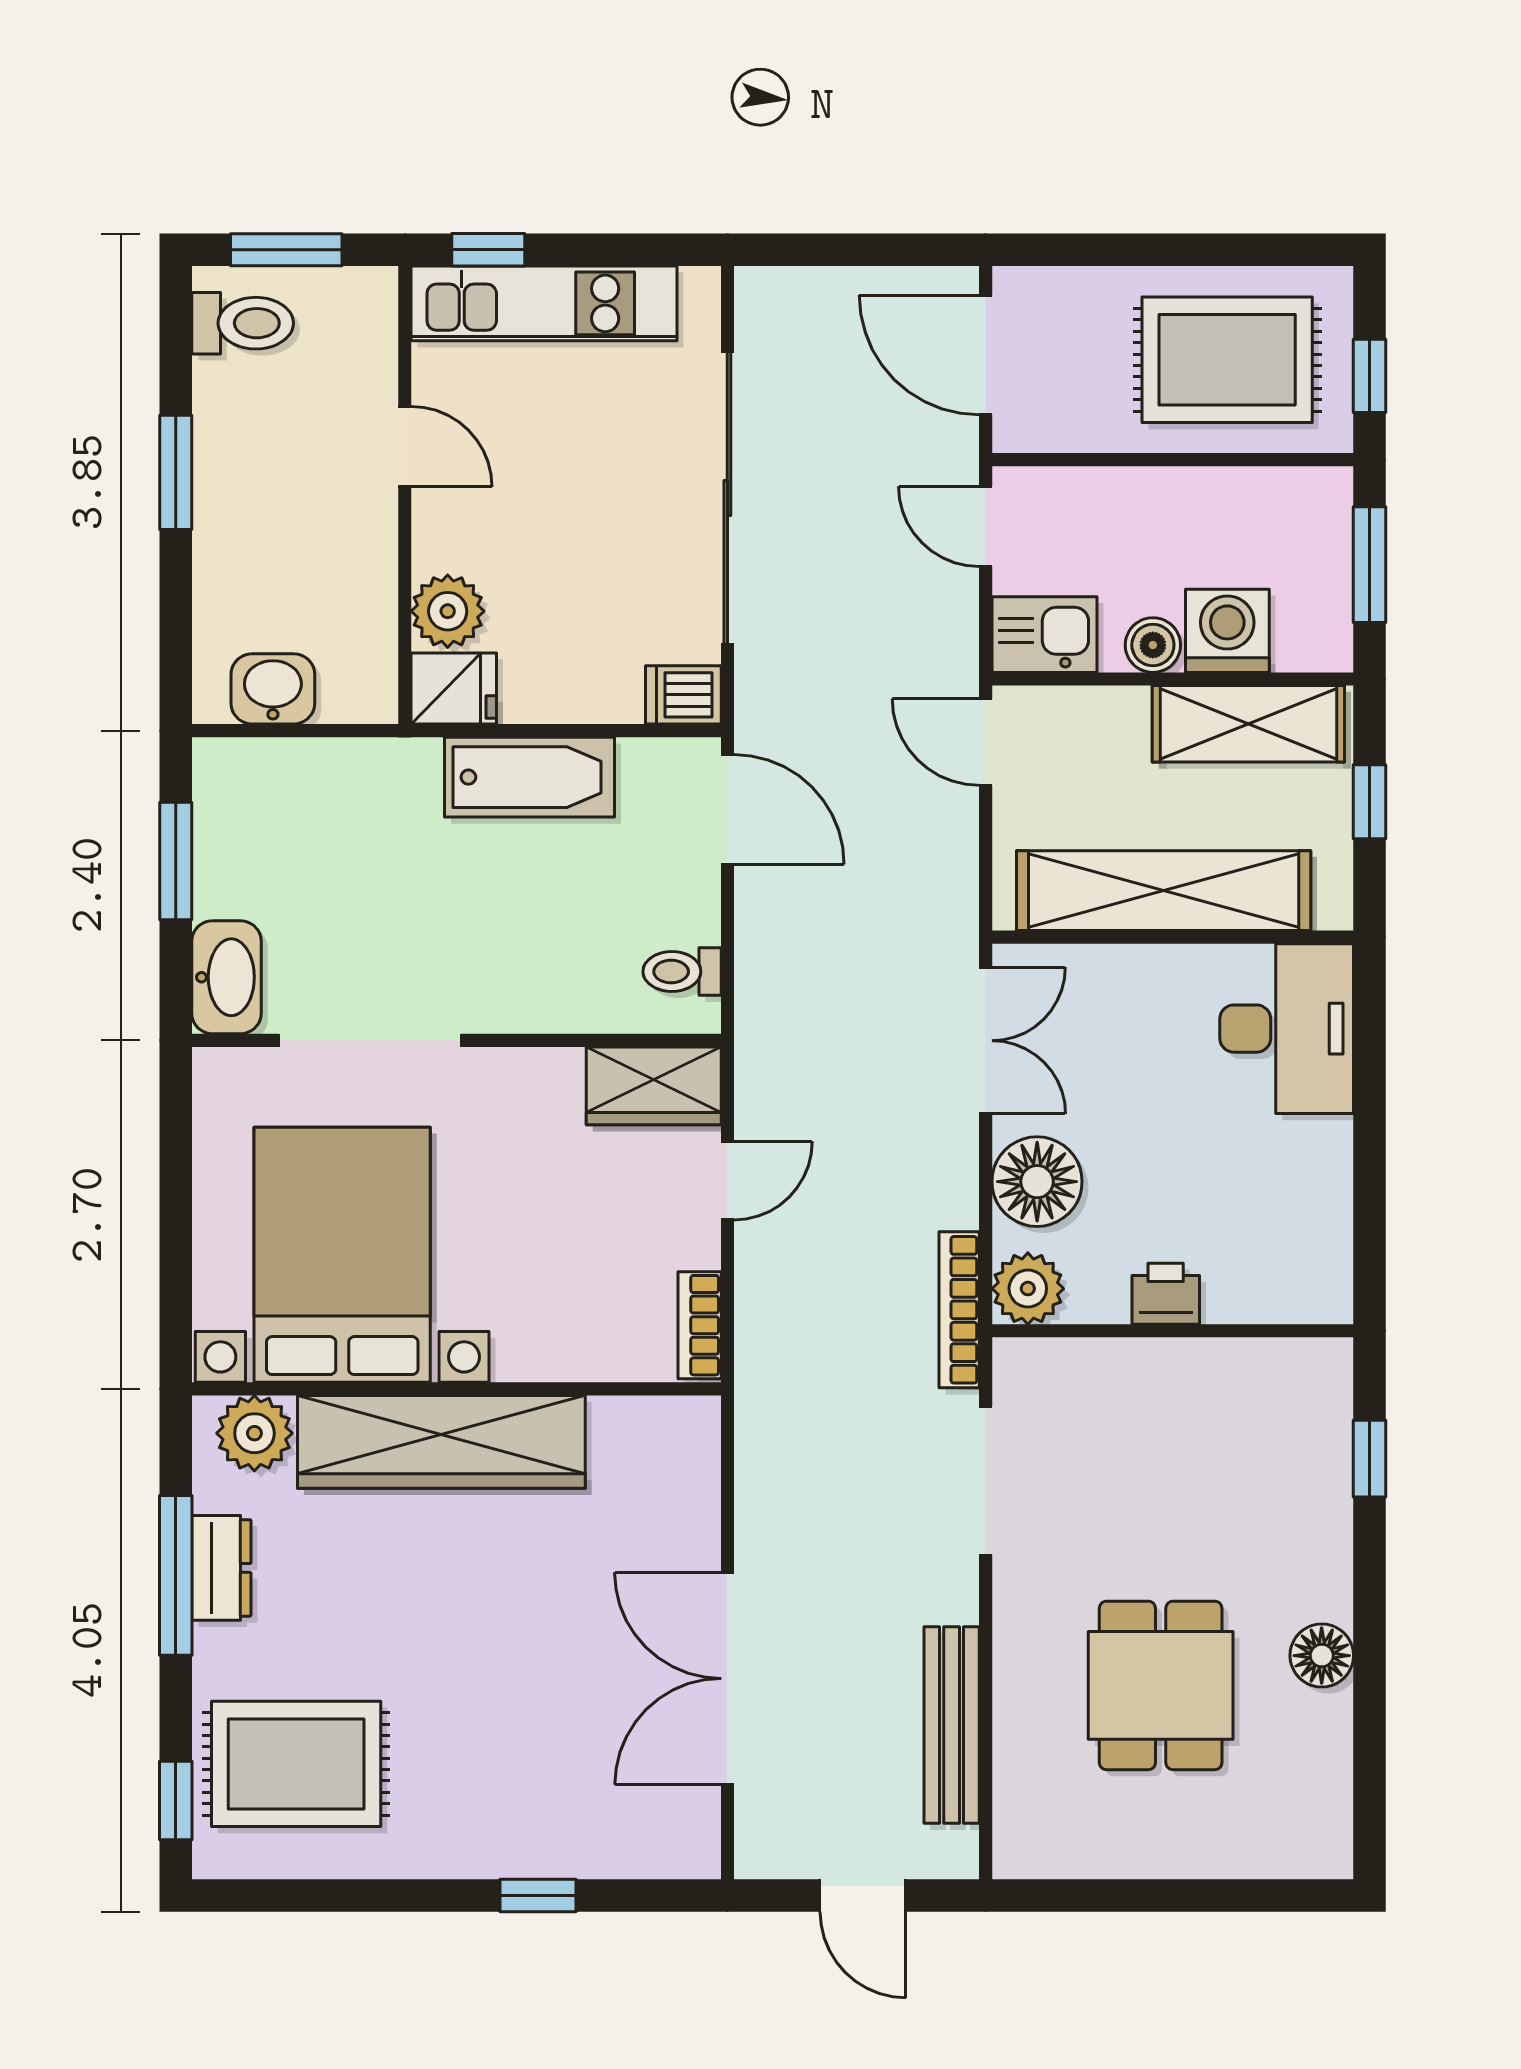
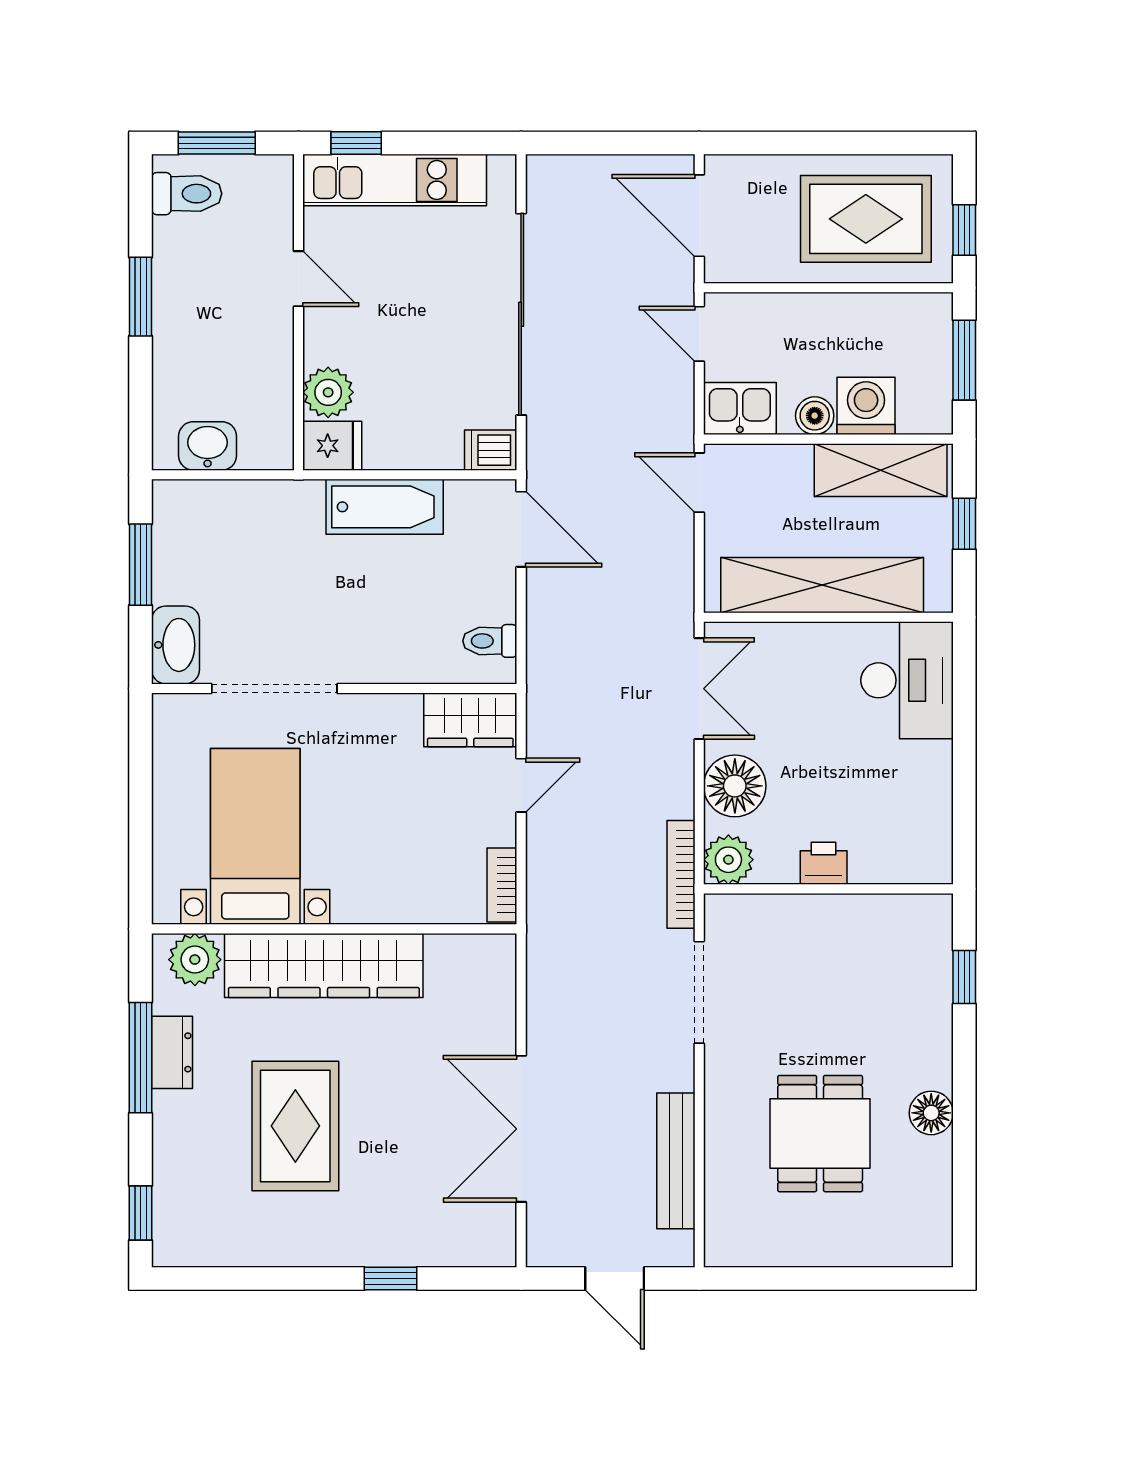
bed with nightstands: (342, 1255) -> (255, 836), width x0.73
rug: (296, 1764) -> (295, 1126), moved, turned 90

